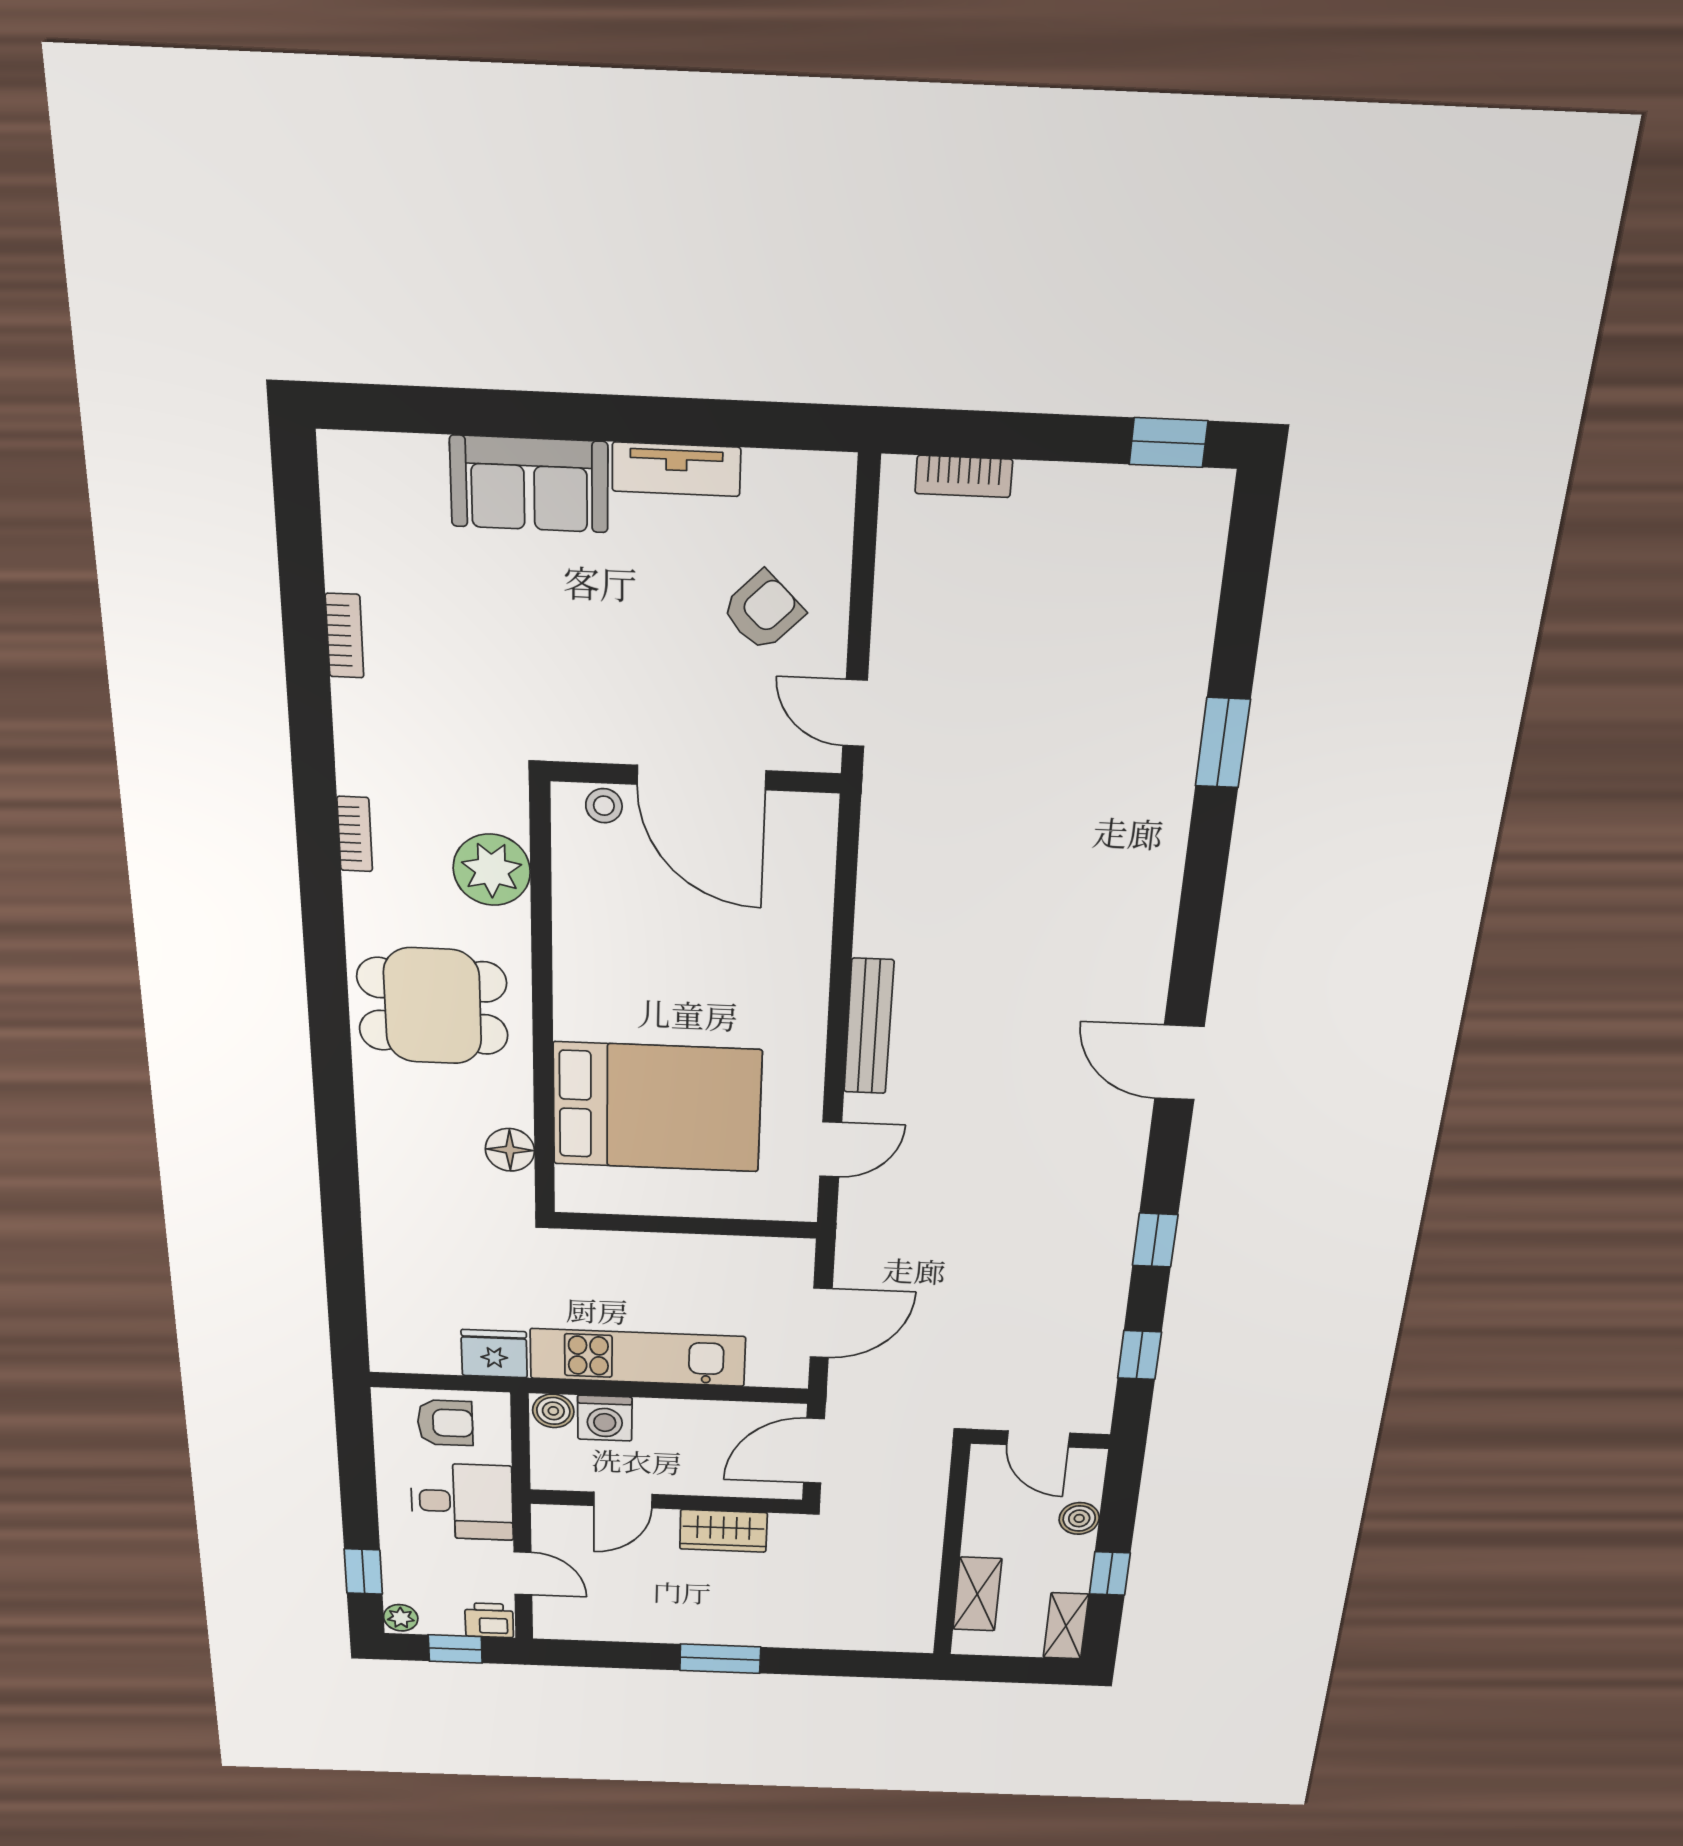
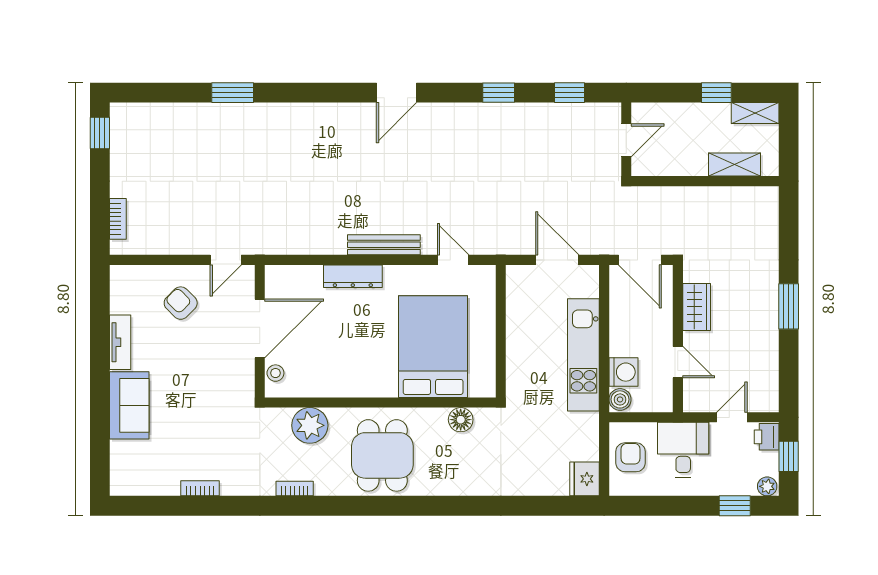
dresser: (807, 966) -> (353, 276), added
fridge: (494, 1354) -> (585, 479), moved
boiler: (1079, 1518) -> (679, 113), removed

